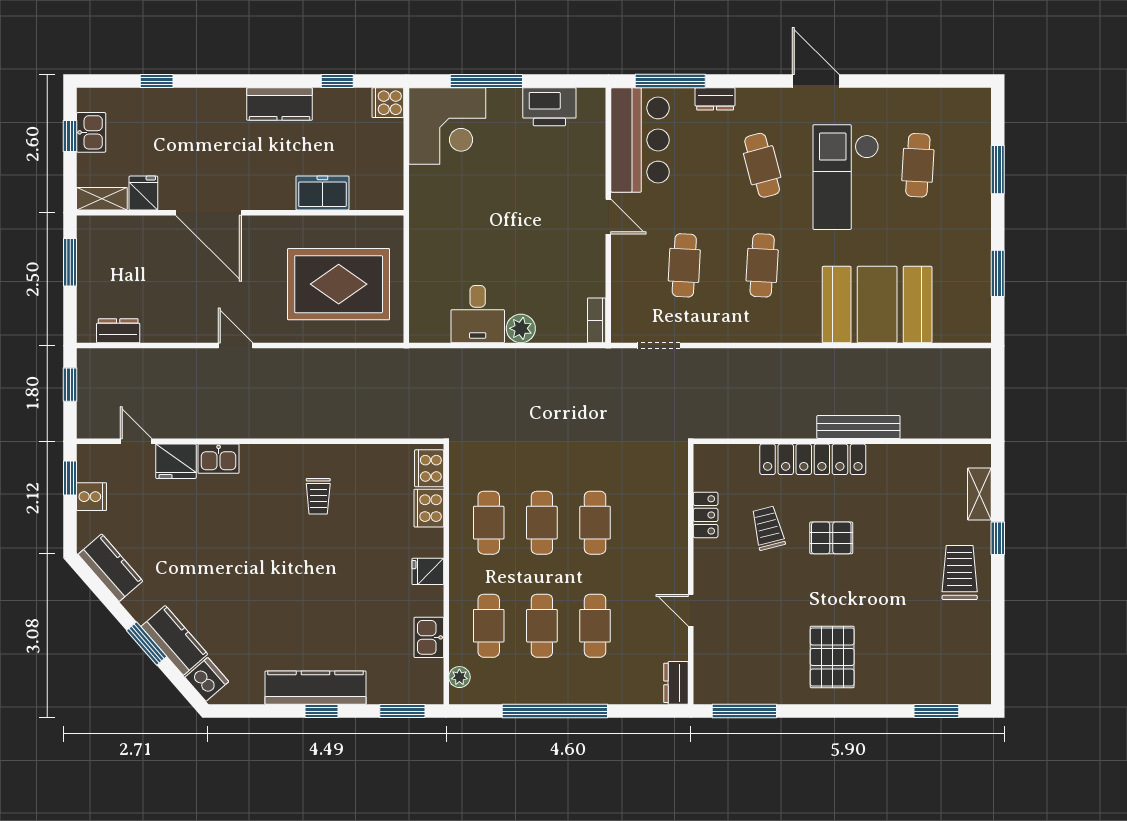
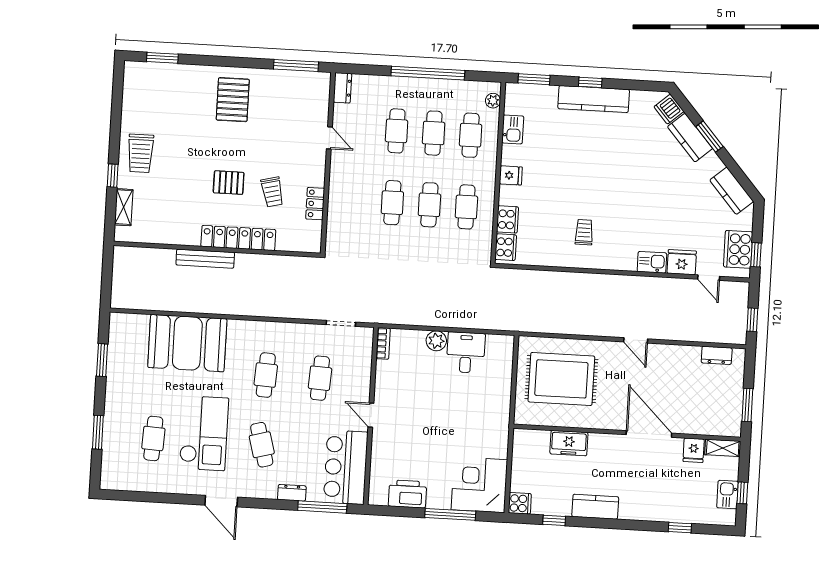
cooker: (92, 497) -> (738, 249), width x1.87, depth x1.31

